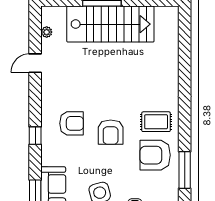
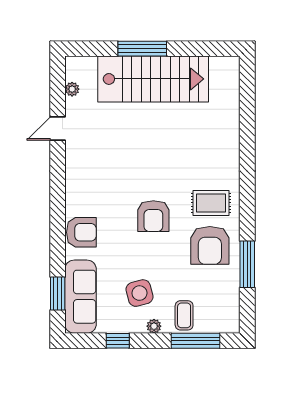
armchair: (72, 123) -> (81, 232), moved
window: (35, 136) -> (58, 221), removed
armchair: (155, 155) -> (210, 245), turned -90

